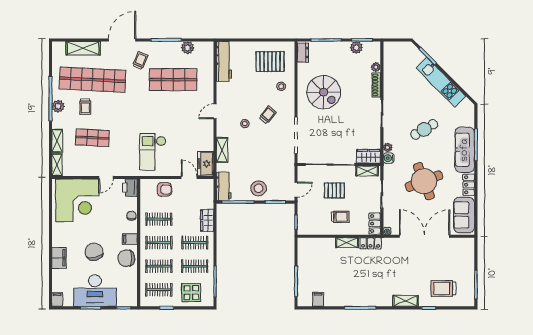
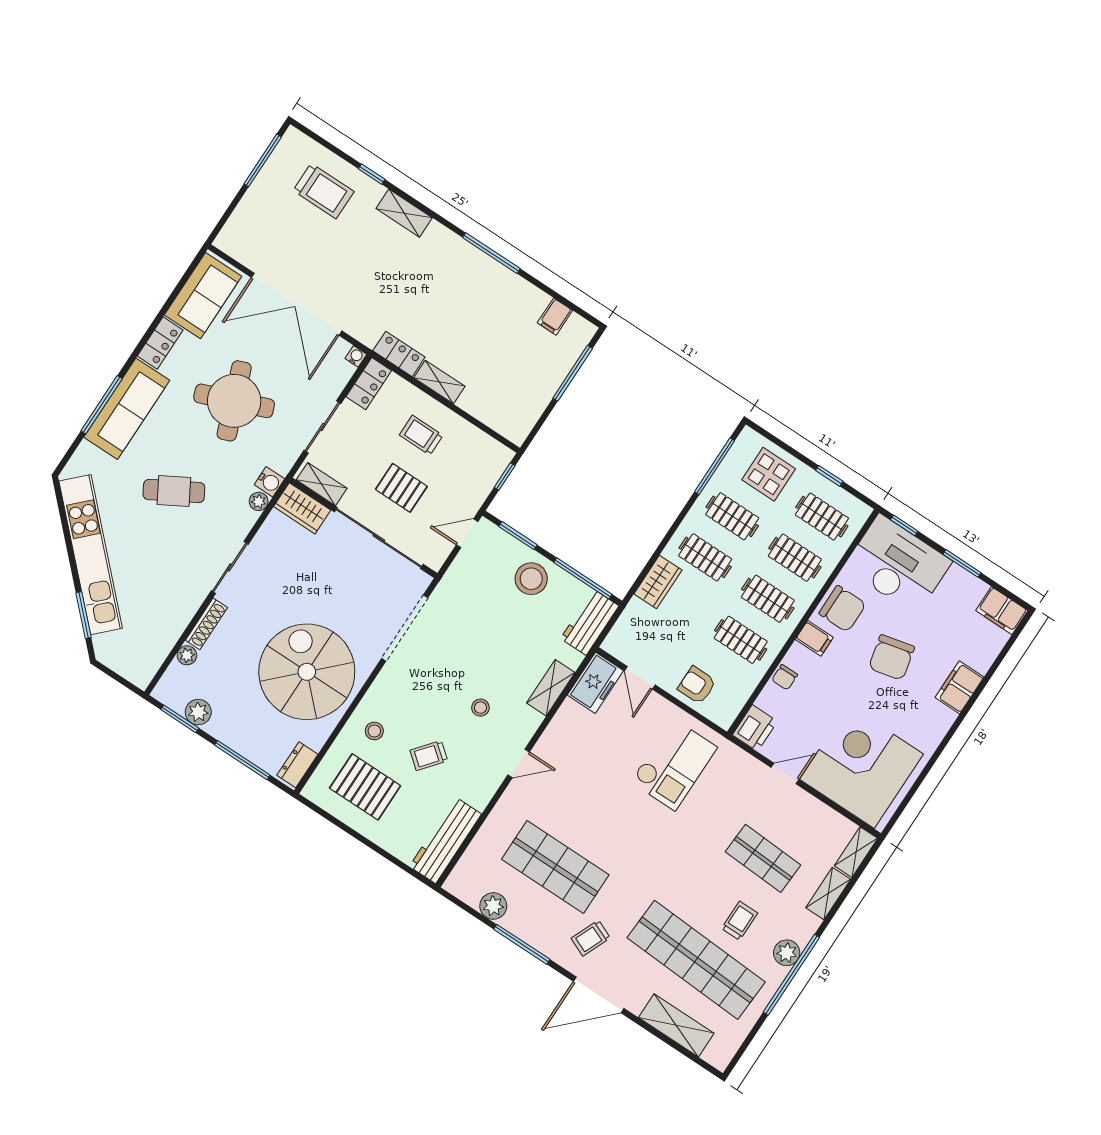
kitchen unit: (441, 82) -> (91, 555), width x1.36
spiral stairs: (324, 92) -> (307, 672), width x1.37, depth x1.37
trolley: (268, 115) -> (429, 756), moved
desk: (95, 291) -> (898, 564), moved
filing cabinet: (57, 300) -> (1002, 611), width x2.00

